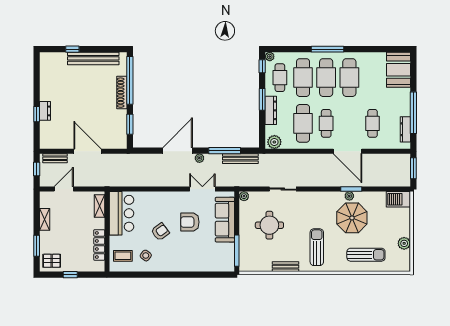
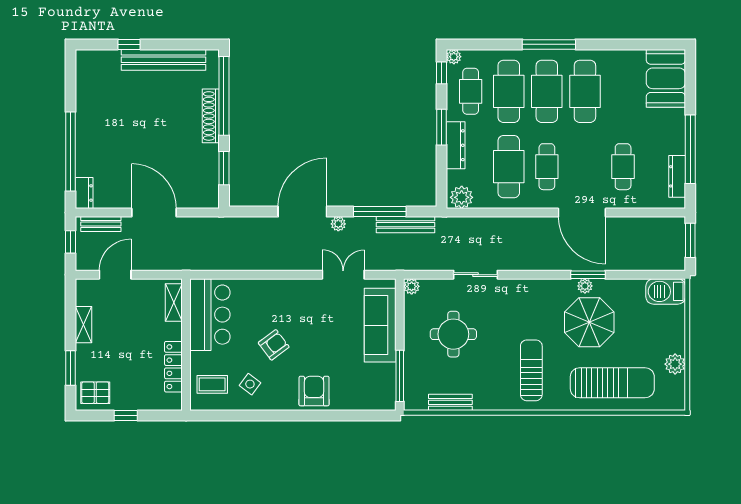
dresser: (45, 111) -> (84, 193), moved
window: (37, 114) -> (70, 151), width x3.17
armchair: (190, 222) -> (314, 391), moved, turned 90
sun lounger: (366, 255) -> (612, 383), width x1.36, depth x1.34
bench: (286, 267) -> (450, 402), moved

